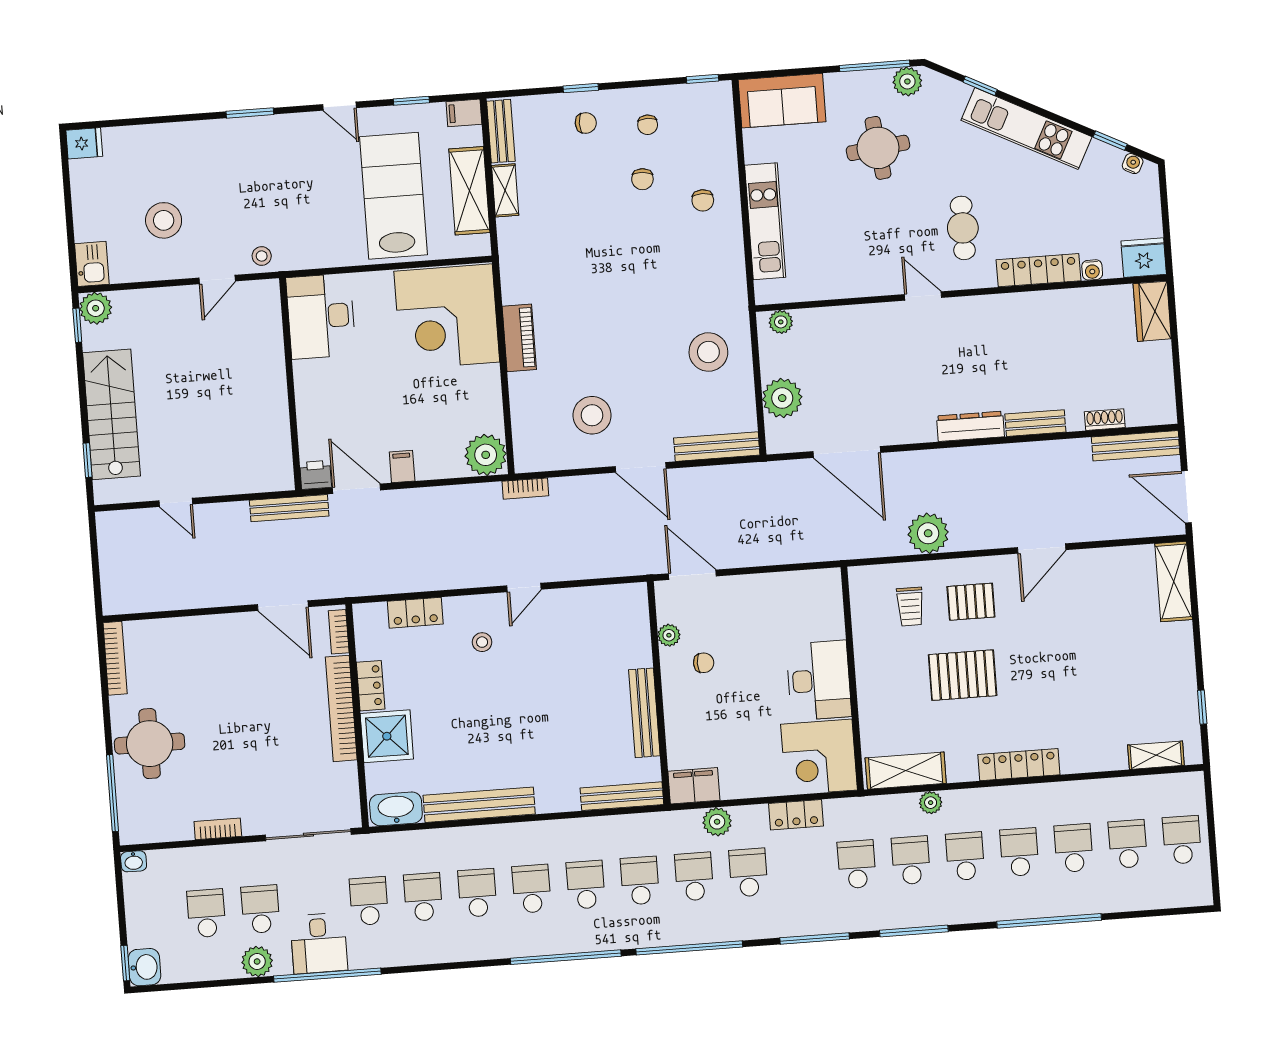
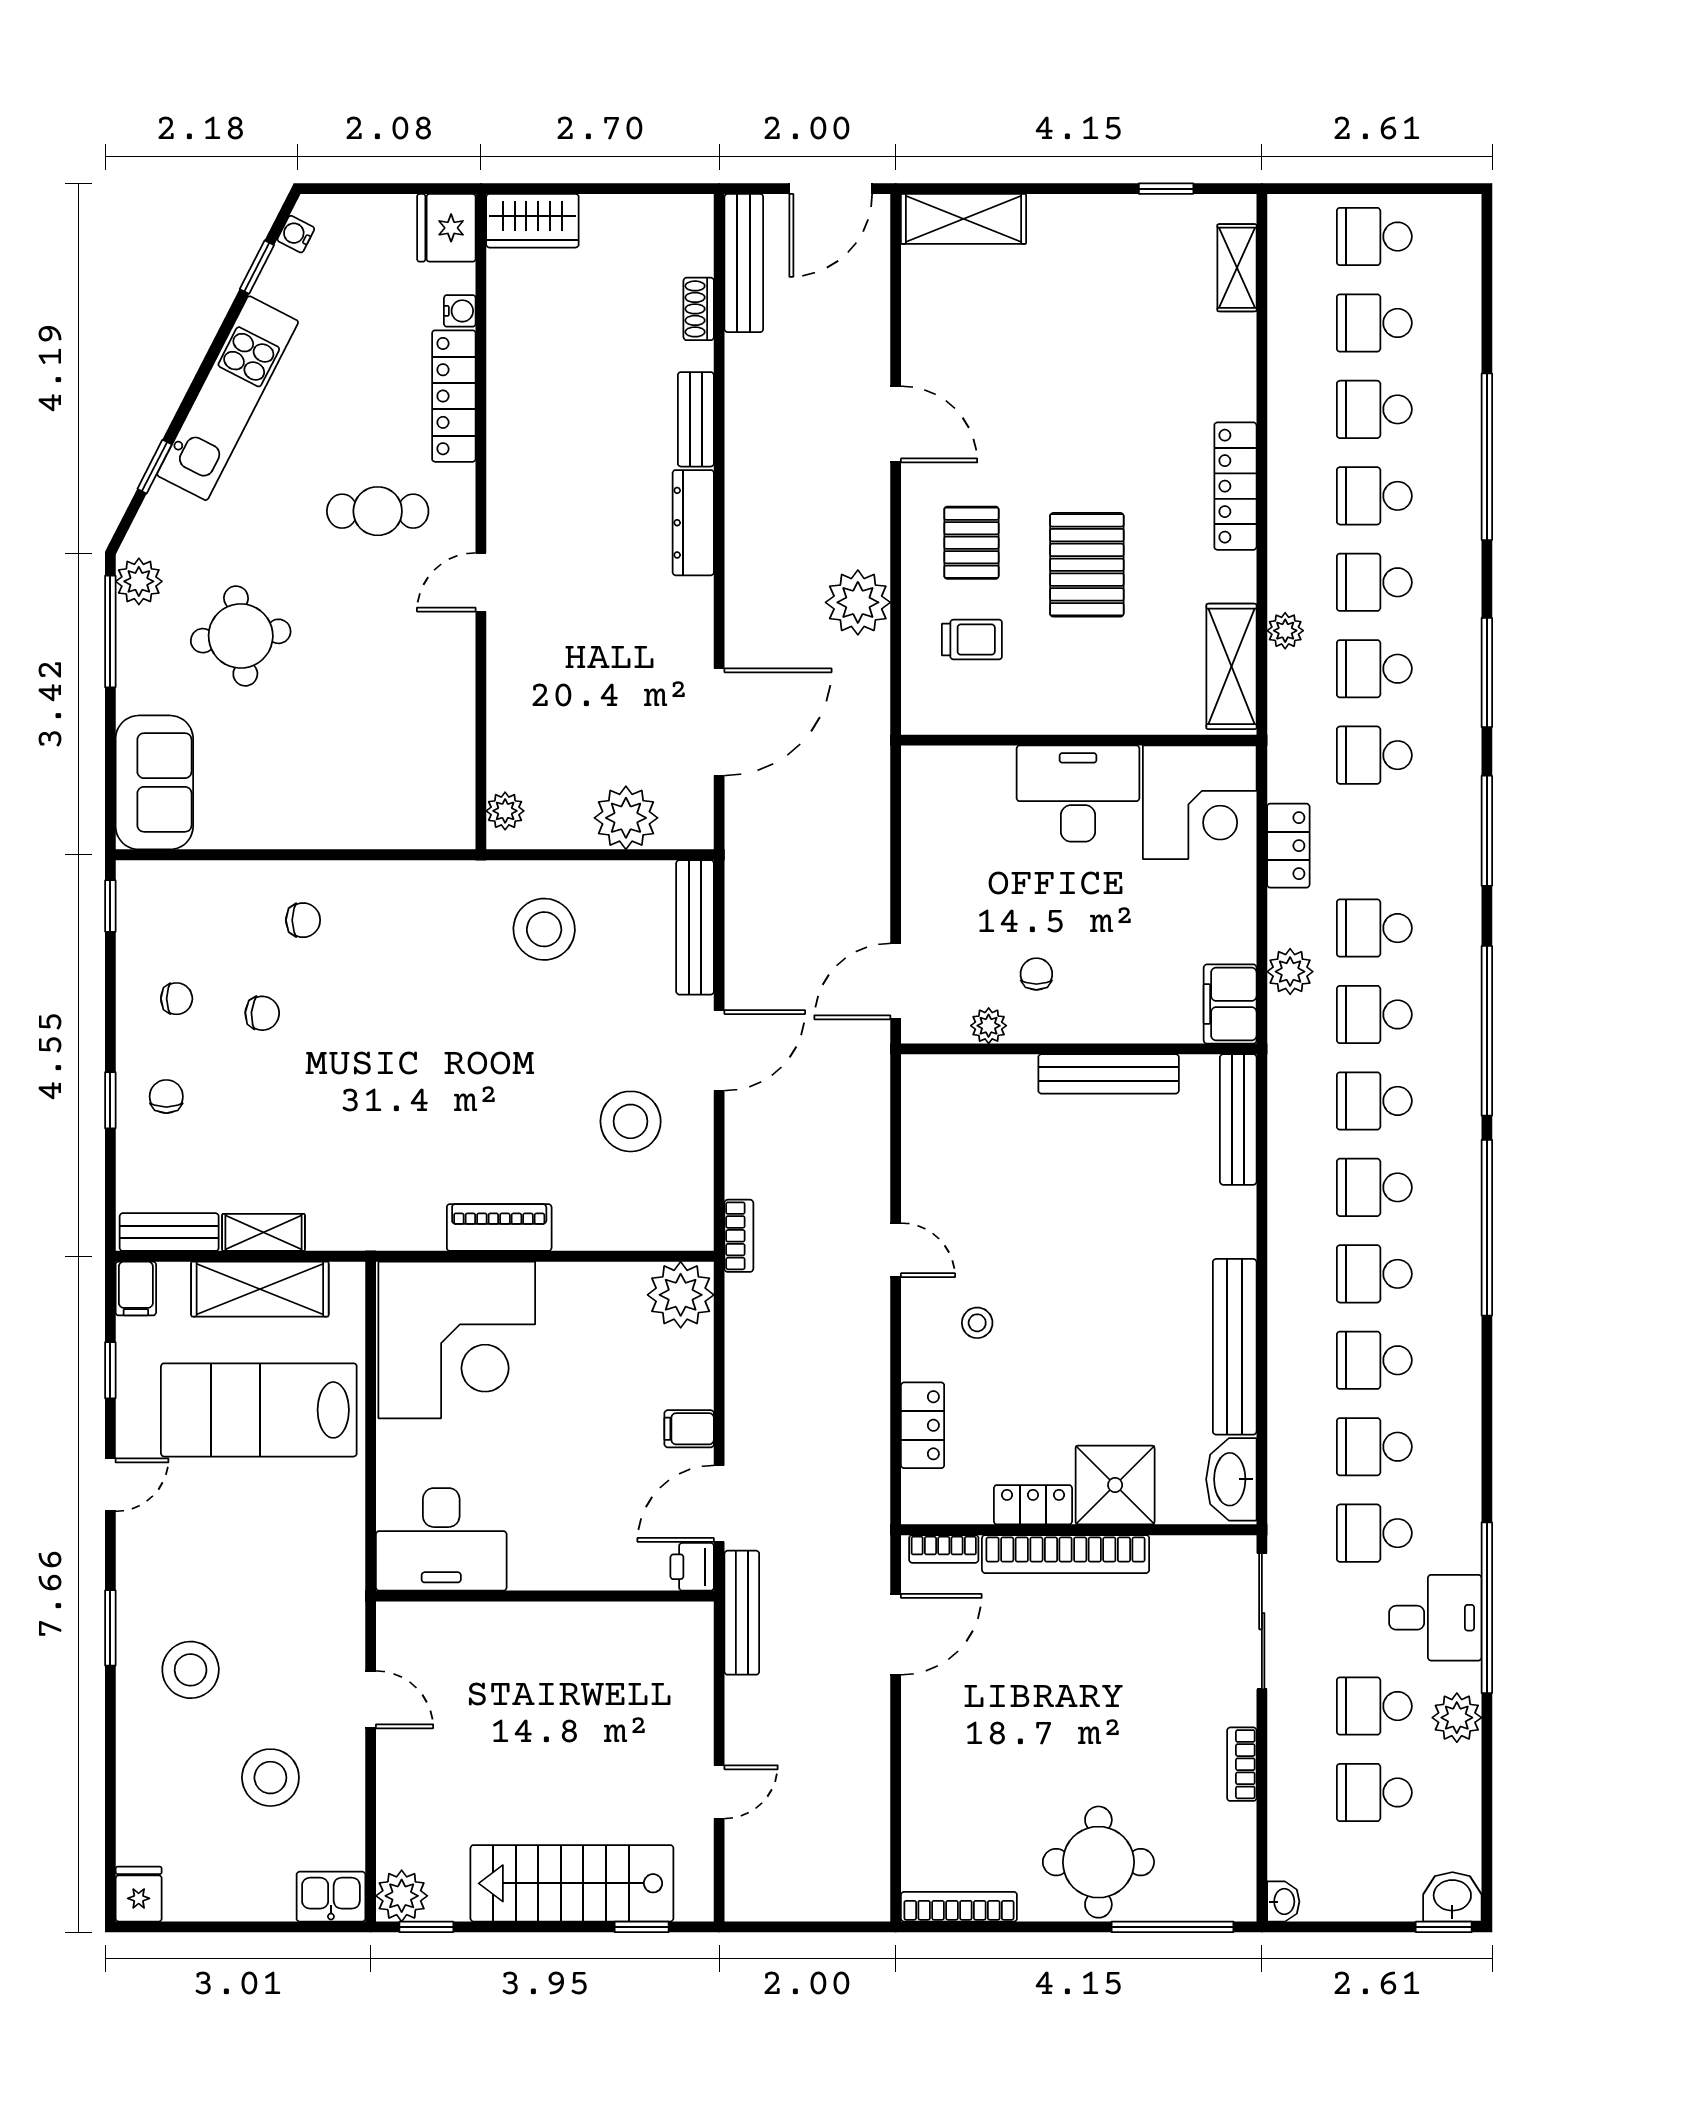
kitchen unit: (765, 221) -> (344, 824), removed
stool: (262, 256) -> (191, 1670), moved, width x1.89, depth x1.89

